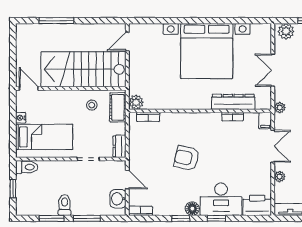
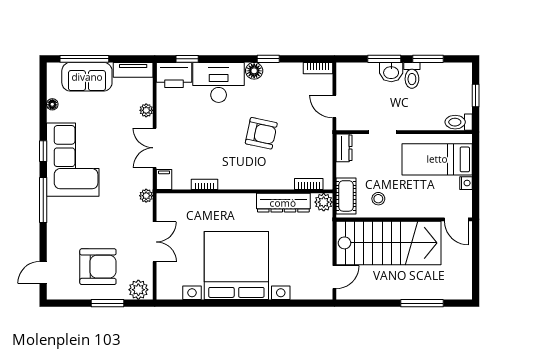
dresser: (233, 102) -> (283, 203), moved
washbasin: (118, 199) -> (391, 72), moved, turned 90
window: (216, 218) -> (187, 59), moved

